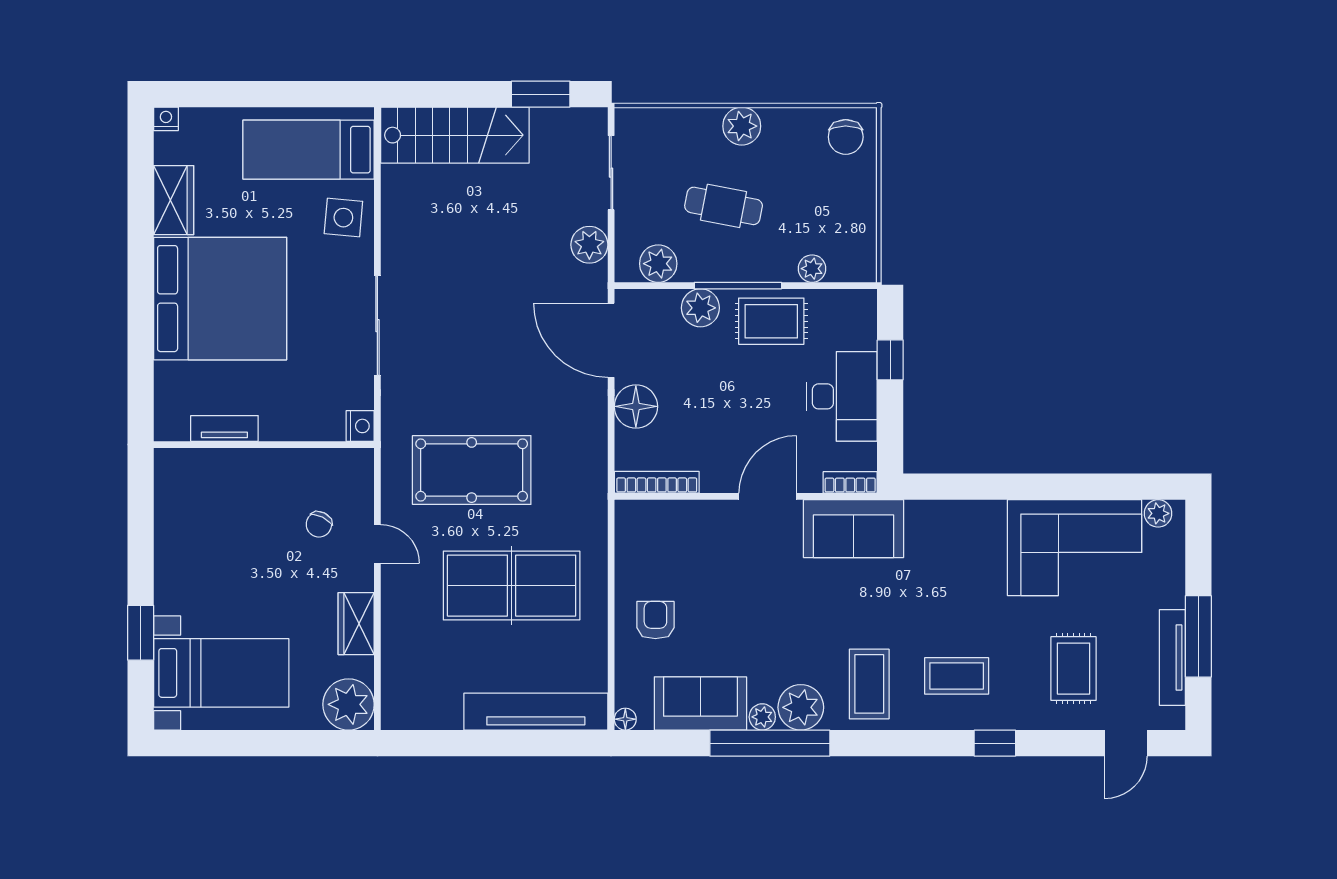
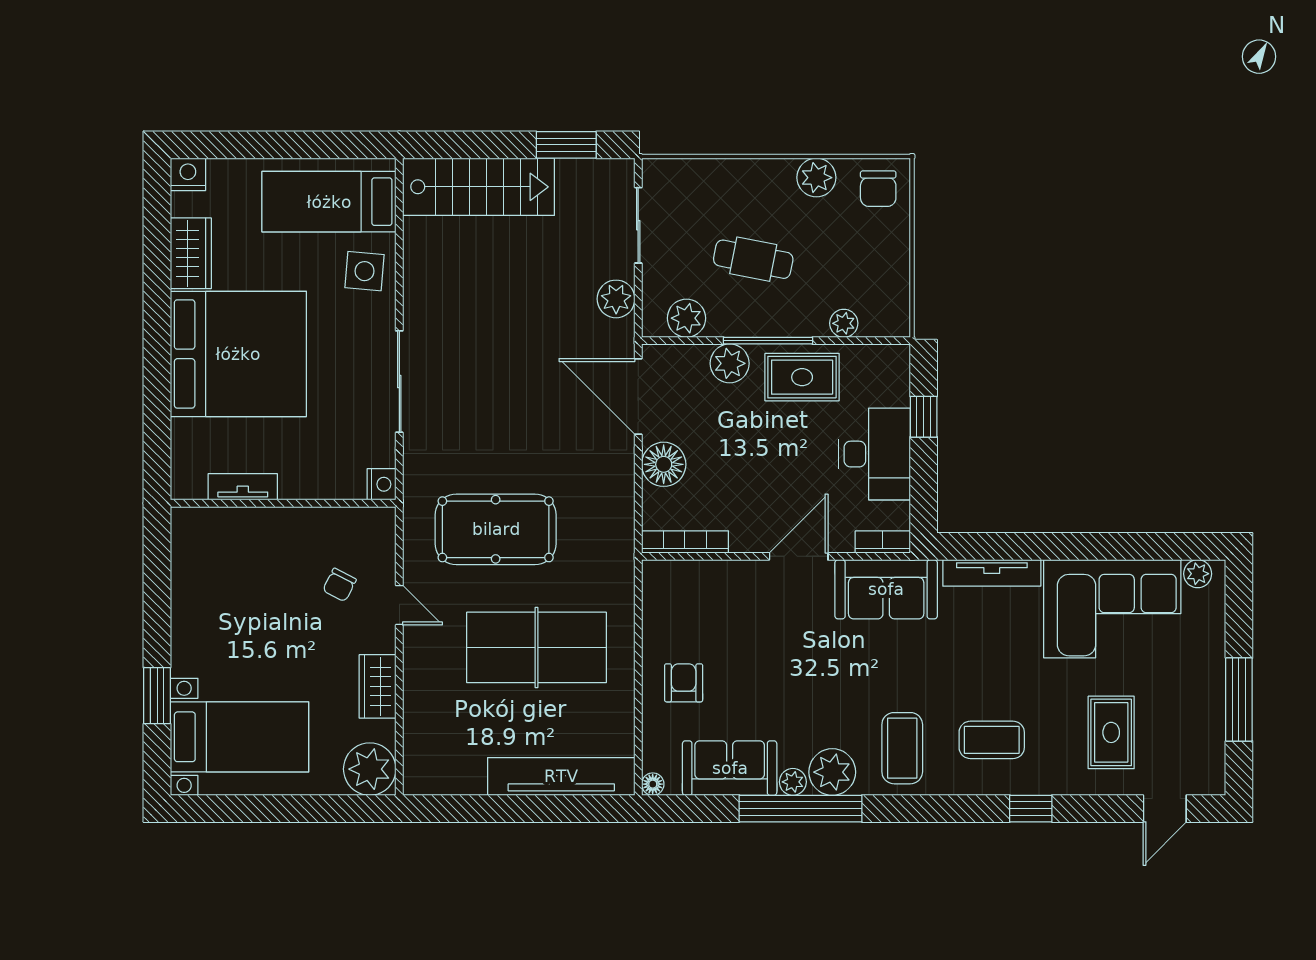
nightstand: (166, 119) -> (188, 174), width x1.39, depth x1.35
plant: (742, 126) -> (816, 178), moved
tv unit: (1172, 657) -> (992, 573), moved, turned -90

